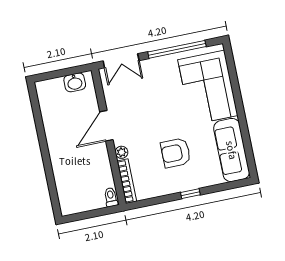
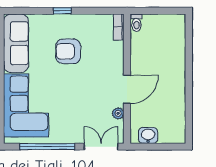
plant: (122, 152) -> (118, 113), moved
armchair: (176, 153) -> (68, 51), turned 180
bookcase: (127, 181) -> (119, 27), width x0.64

